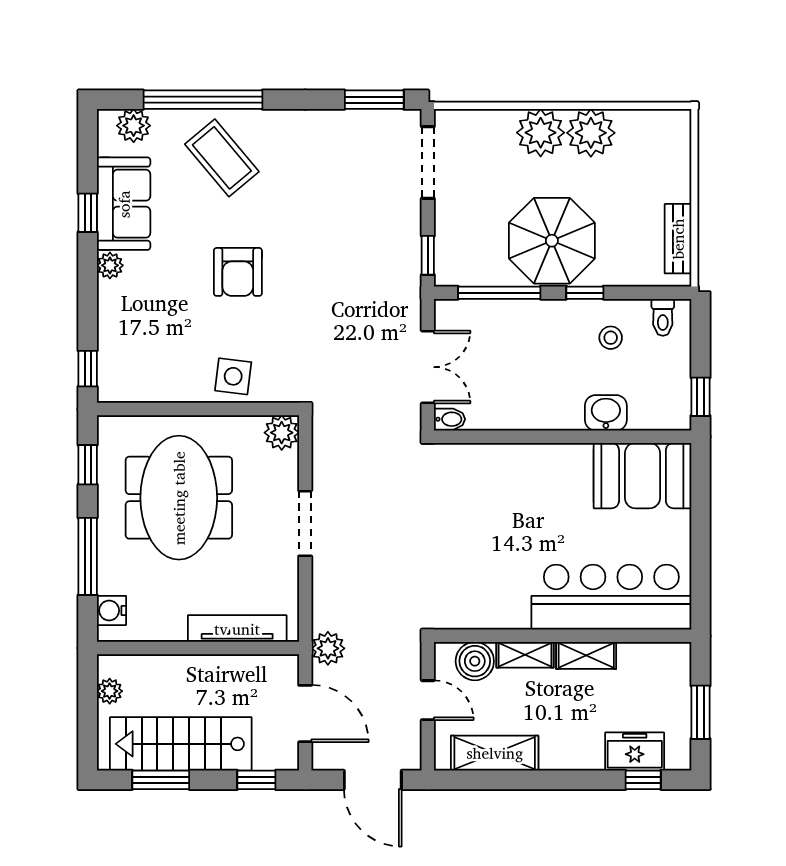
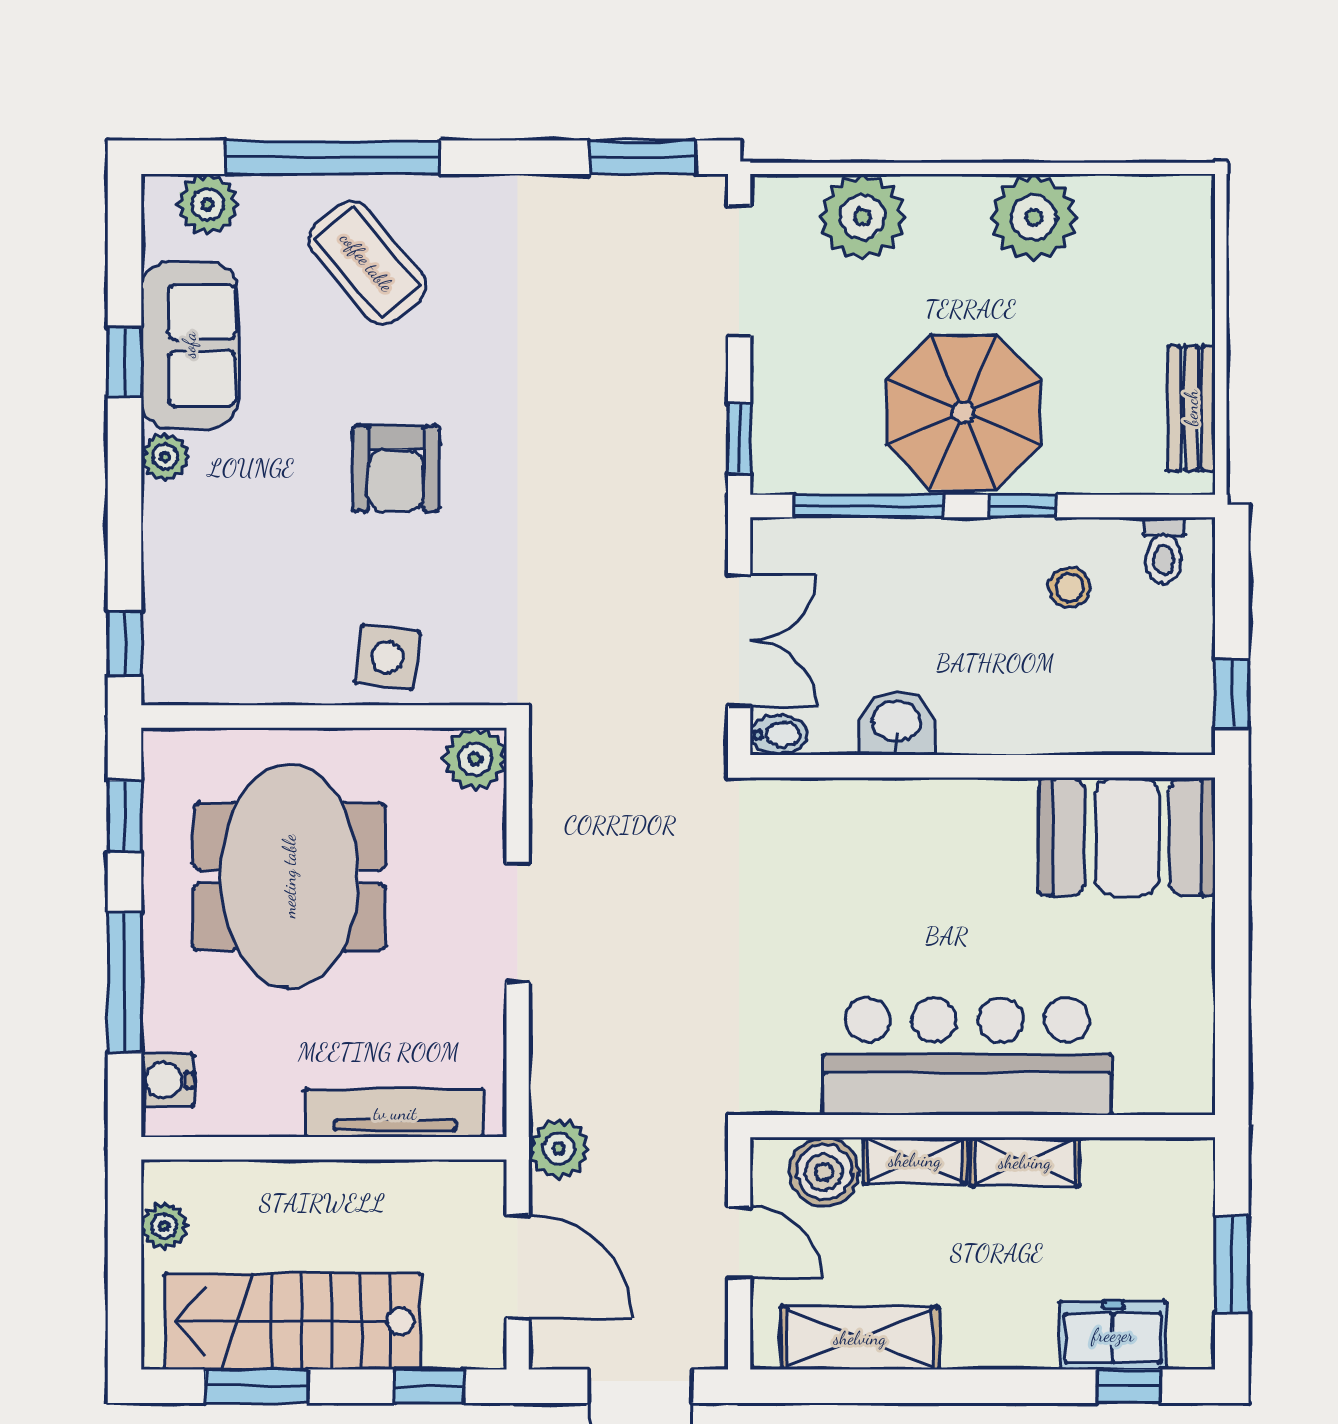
plant: (541, 133) -> (862, 217), moved
washbasin: (606, 413) -> (897, 723), moved
bar counter: (611, 597) -> (967, 1056), moved

